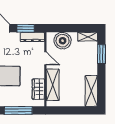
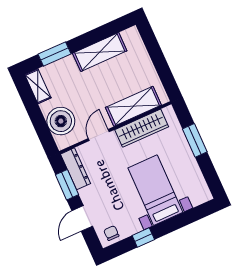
wardrobe: (38, 89) -> (142, 128), width x1.50
shelving: (91, 91) -> (100, 52), moved
window: (18, 110) -> (195, 140), width x0.69

